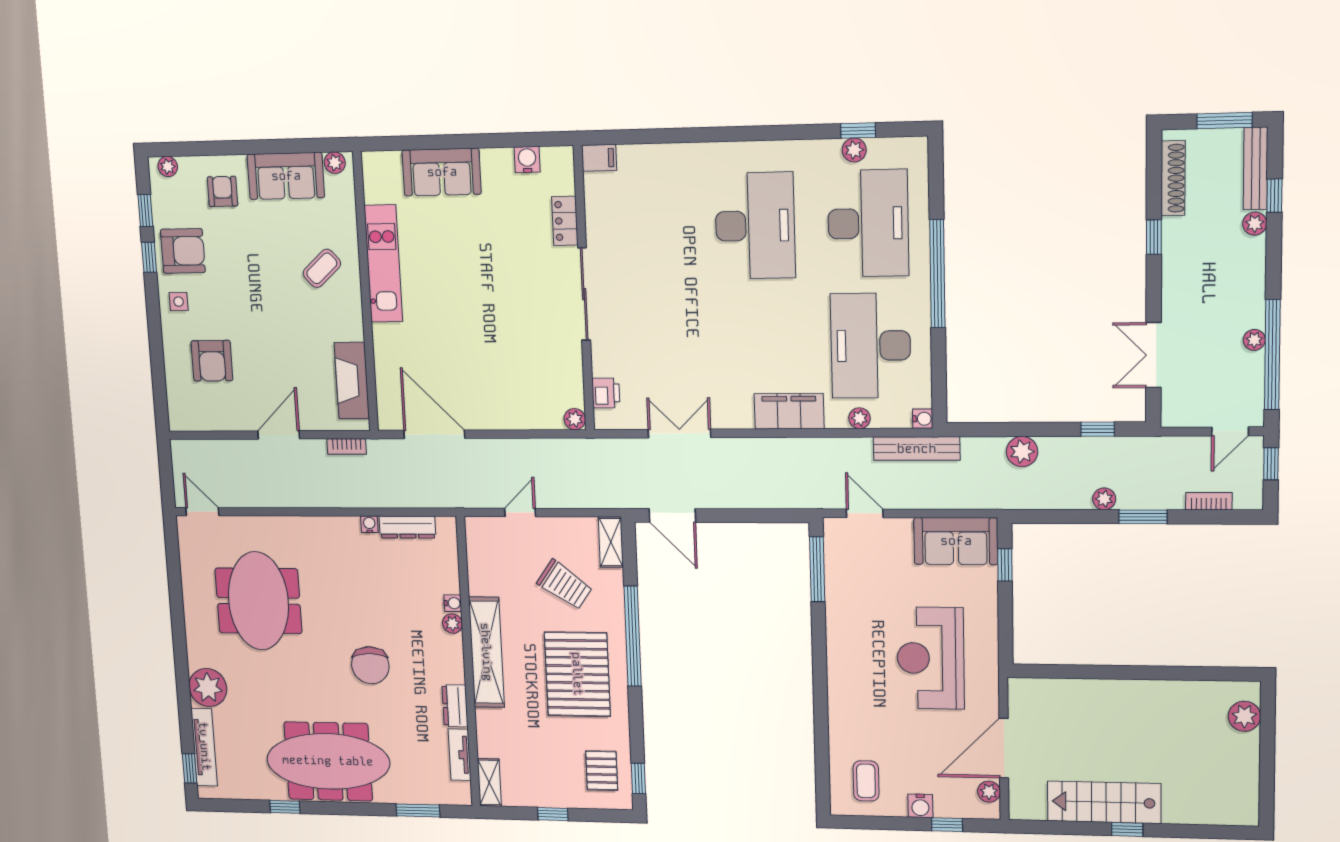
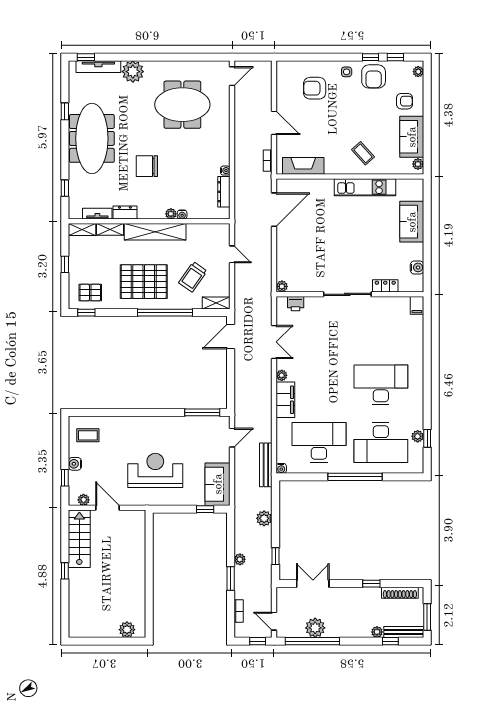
desk: (755, 226) -> (381, 385), turned 180
plant: (1254, 340) -> (315, 628), width x1.88, depth x1.88
plant: (859, 418) -> (282, 375), moved
shelving: (486, 733) -> (110, 229), added
door: (1004, 748) -> (107, 508), width x0.73
stairs: (1104, 802) -> (79, 539), moved
window: (418, 810) -> (65, 188), width x0.67

